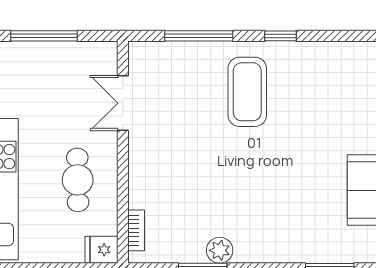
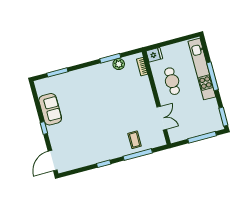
coffee table: (247, 92) -> (135, 140), moved, width x0.54, depth x0.58
plant: (220, 250) -> (119, 64), moved

